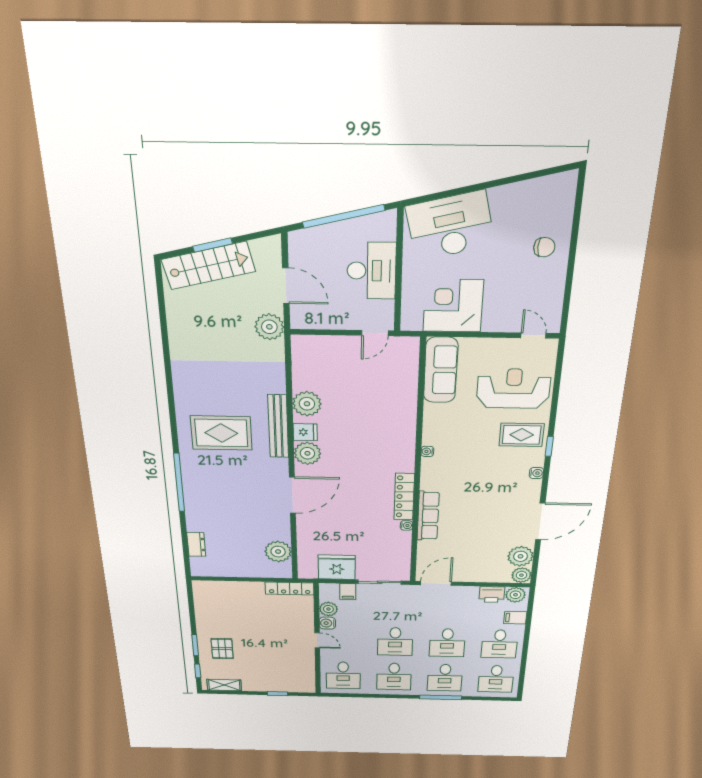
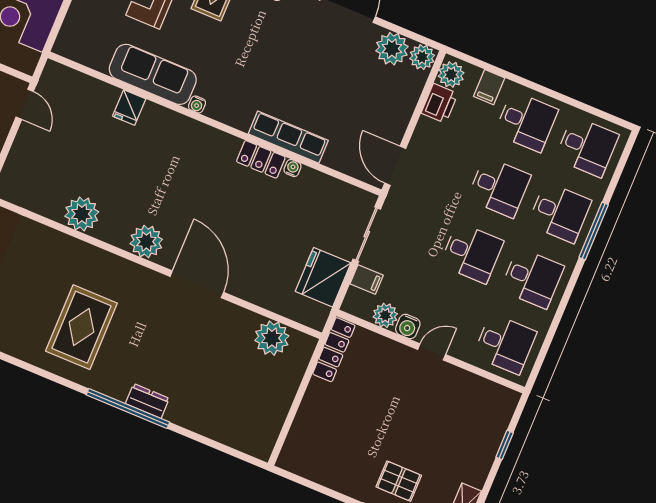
sofa: (441, 370) -> (153, 74), moved
bench: (278, 426) -> (98, 259), removed
fridge: (305, 432) -> (129, 107), moved, turned 180
locker: (404, 497) -> (261, 159), width x0.66
dresser: (196, 544) -> (147, 401), moved

